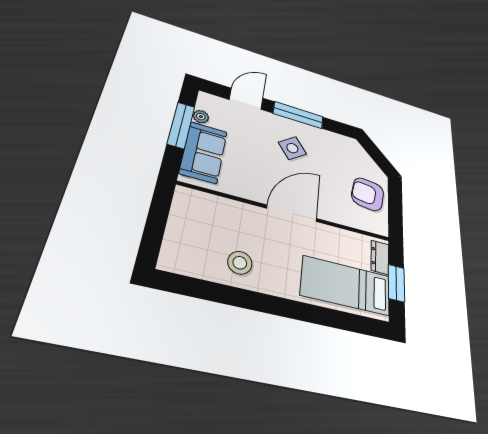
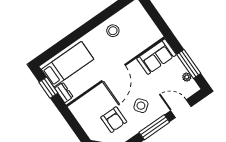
door: (246, 99) -> (181, 109), swing flipped
sofa: (204, 152) -> (156, 57), moved, turned -90
armchair: (368, 194) -> (114, 120), moved, turned 82

